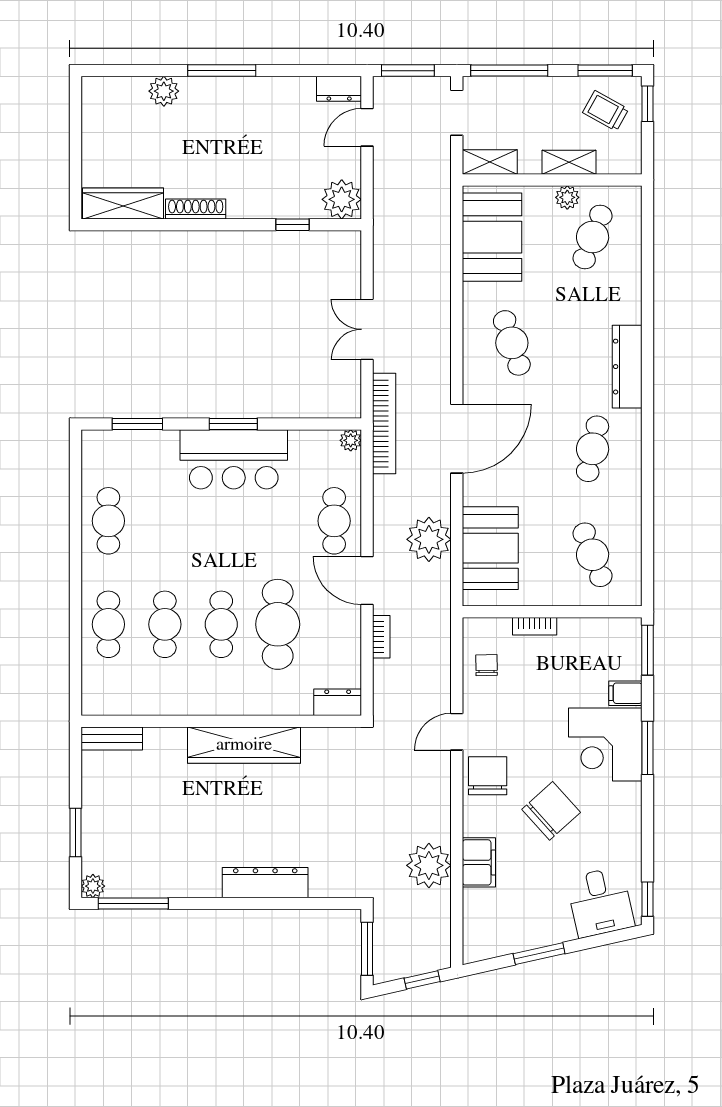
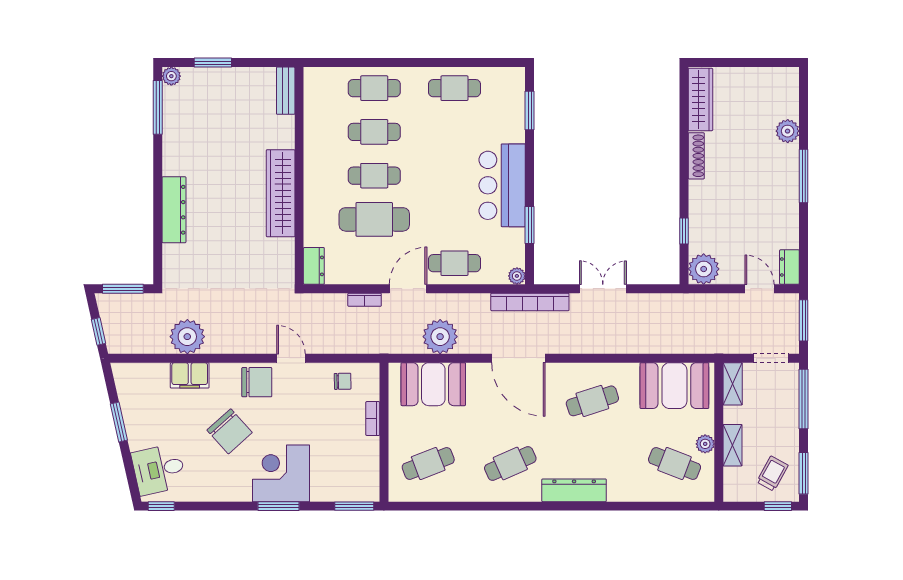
window: (233, 424) -> (530, 225), moved
cafe table: (593, 449) -> (510, 464), turned -36
filing cabinet: (625, 693) -> (321, 489), removed

